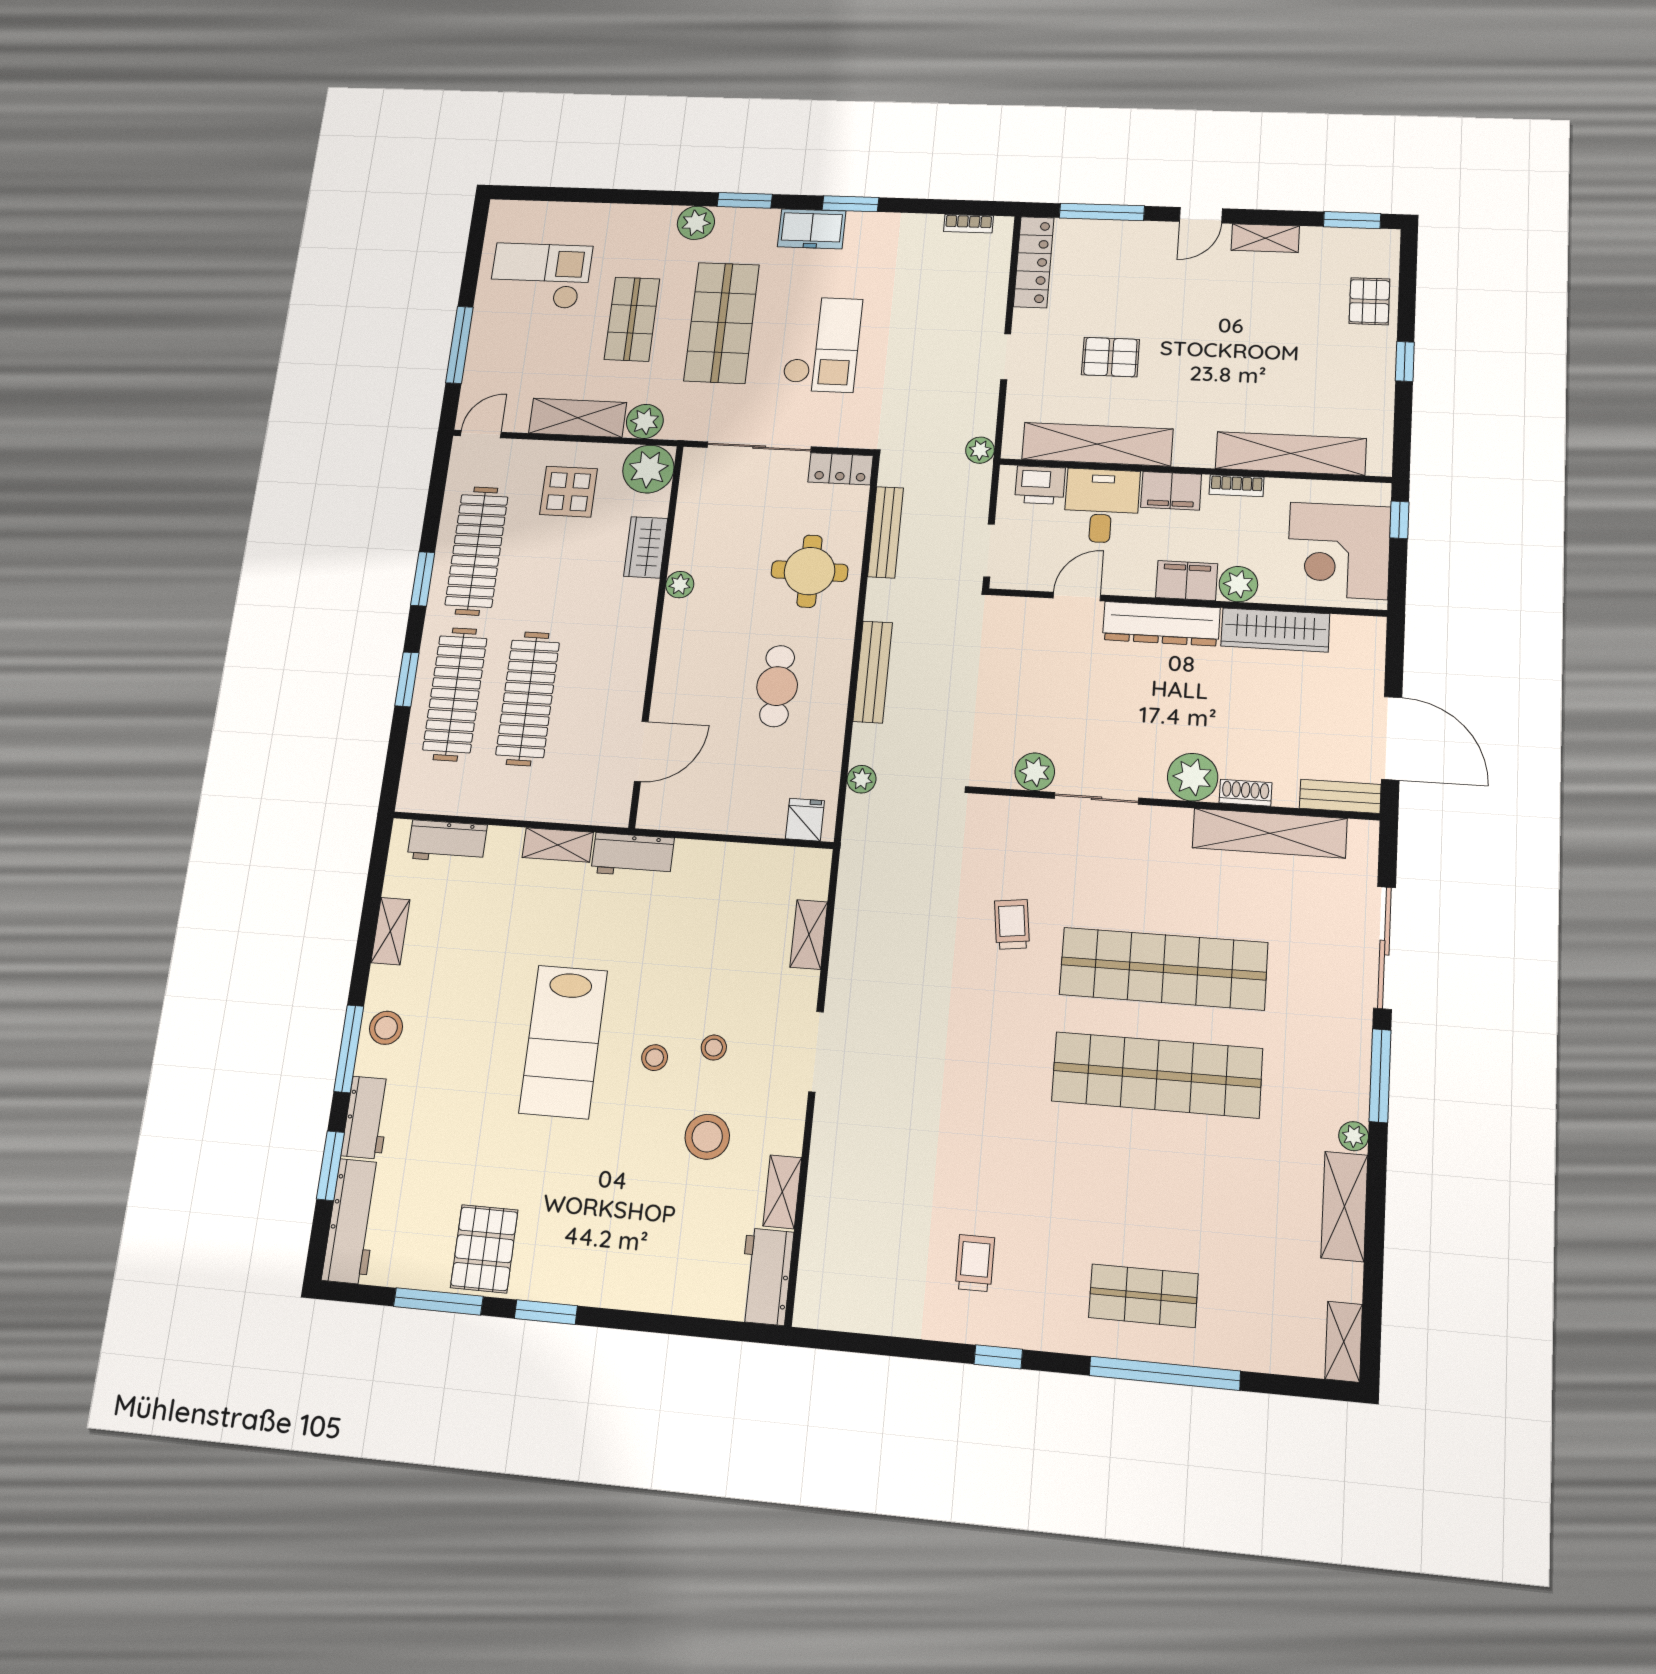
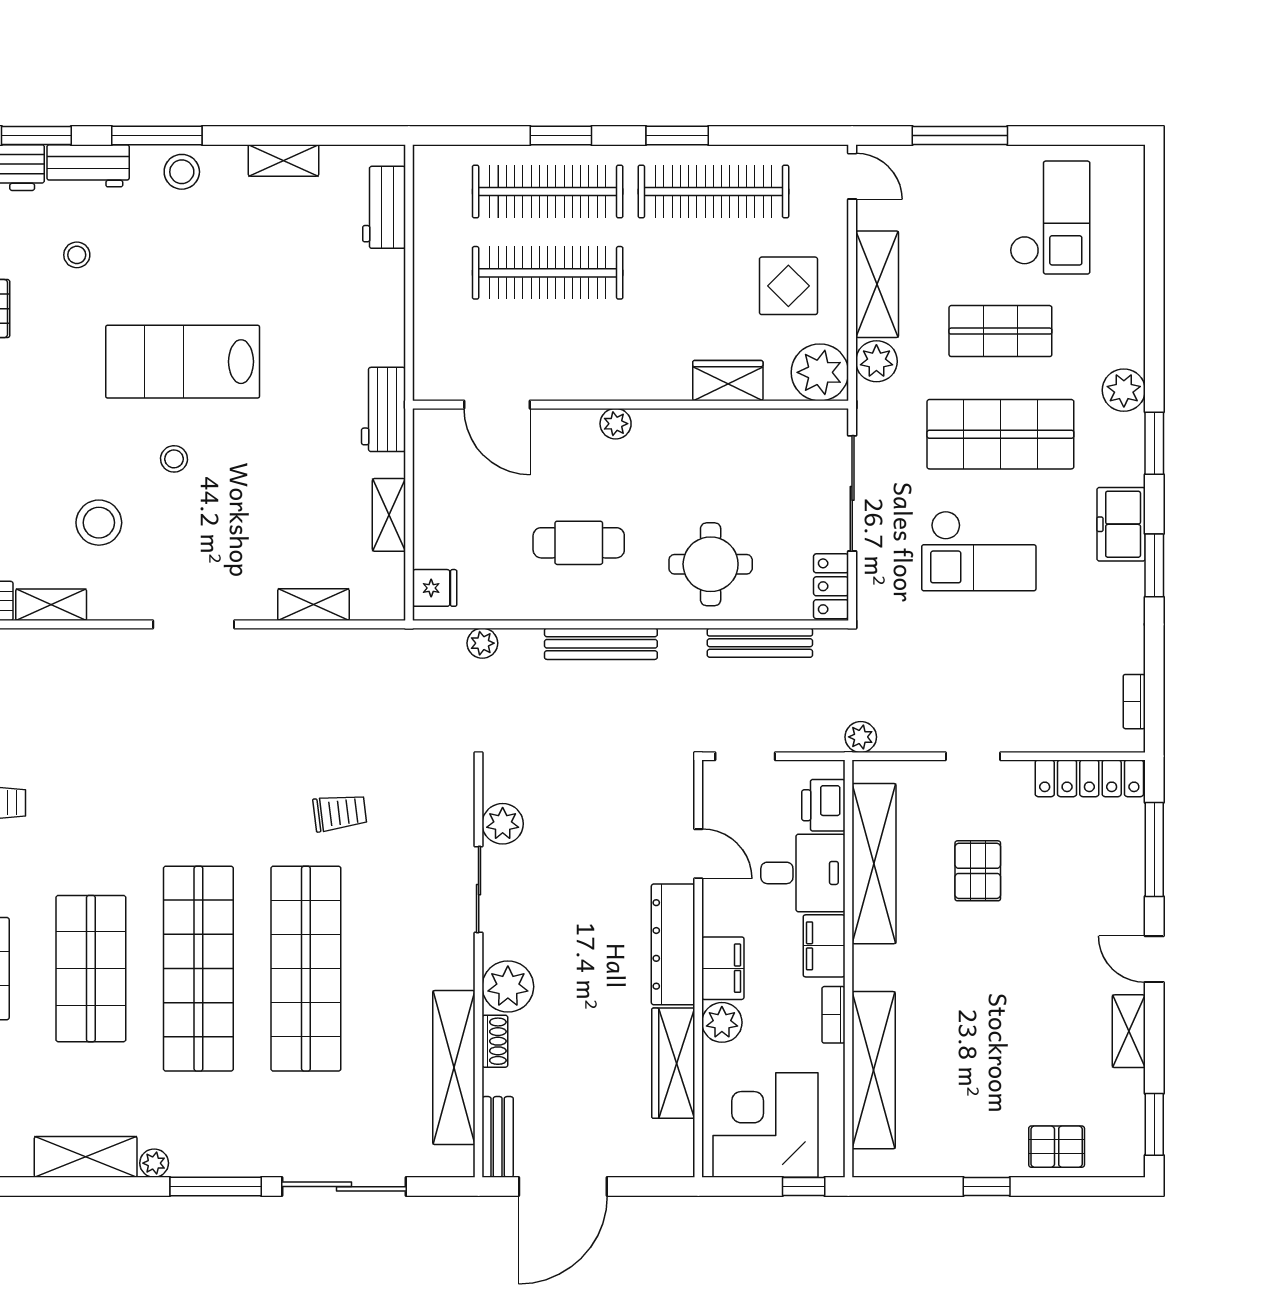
plant: (680, 585) -> (616, 424), moved
shelving: (558, 845) -> (389, 515), moved
stool: (714, 1048) -> (77, 255), moved
shop shelf: (1150, 1184) -> (91, 969), added

